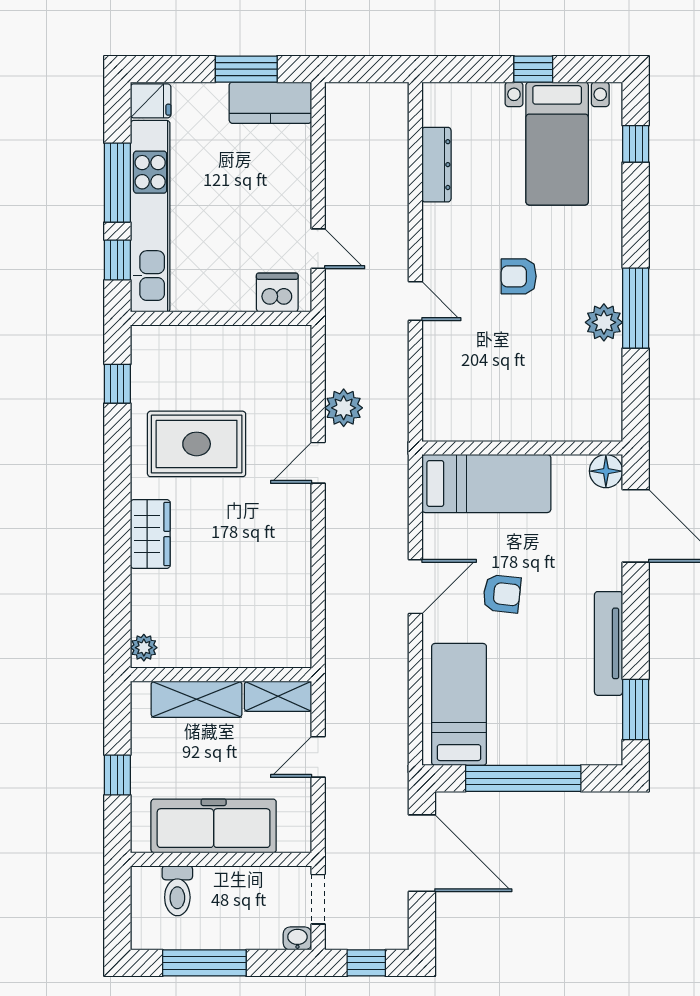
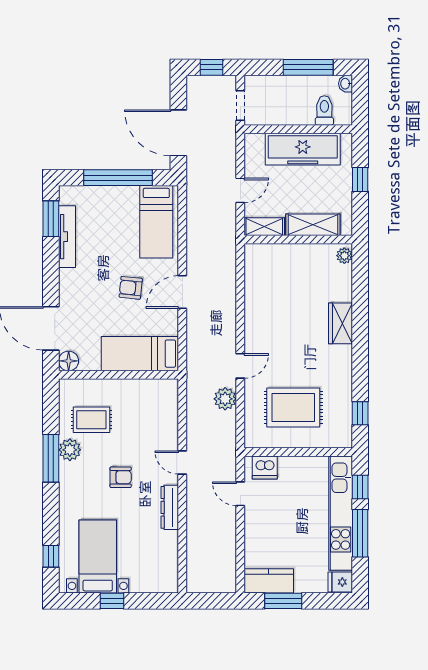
dresser: (436, 165) -> (170, 507), moved
rug: (568, 373) -> (91, 420), added
rug: (197, 444) -> (293, 407), moved
tv unit: (609, 643) -> (67, 237), moved
washbasin: (297, 938) -> (346, 84), moved, turned 90

